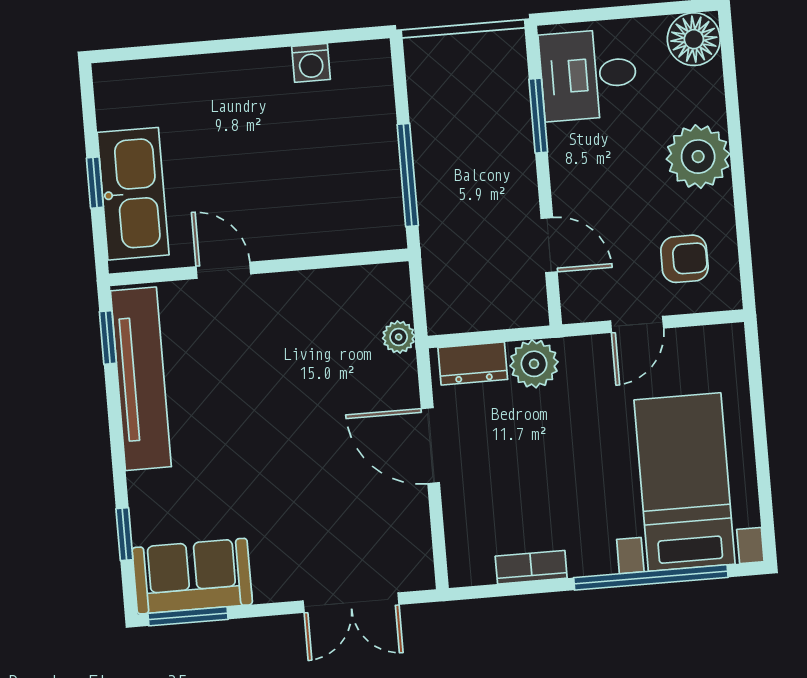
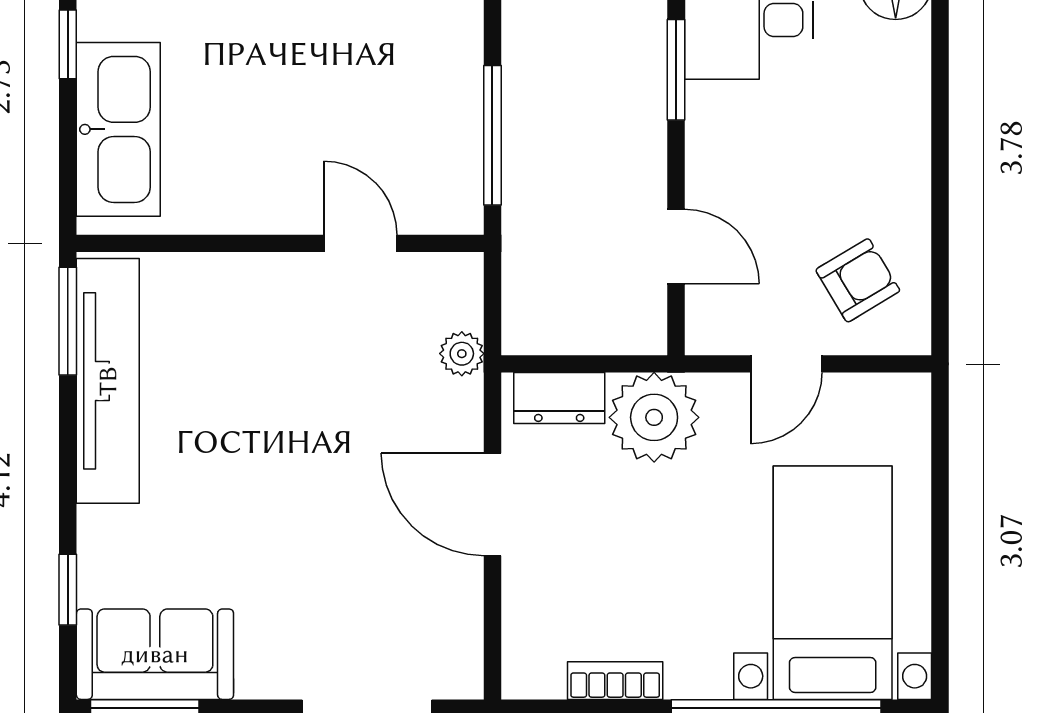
plant: (698, 157) -> (888, 143), removed
window: (95, 183) -> (68, 44), moved
armchair: (684, 259) -> (858, 280), turned -31
door: (223, 270) -> (360, 243), moved
window: (108, 337) -> (68, 321), width x1.50
plant: (534, 364) -> (654, 417), width x1.36, depth x1.36

